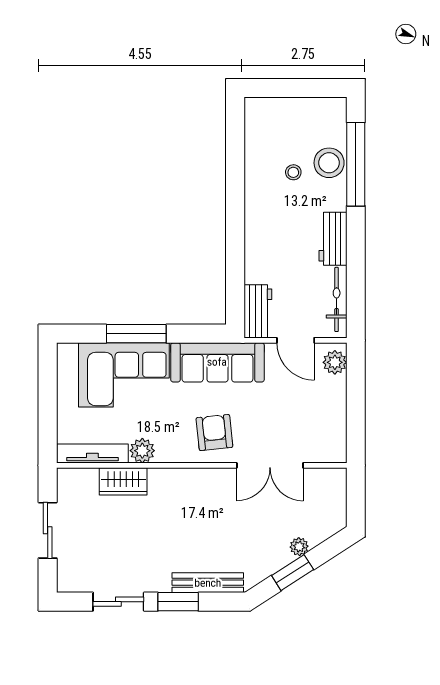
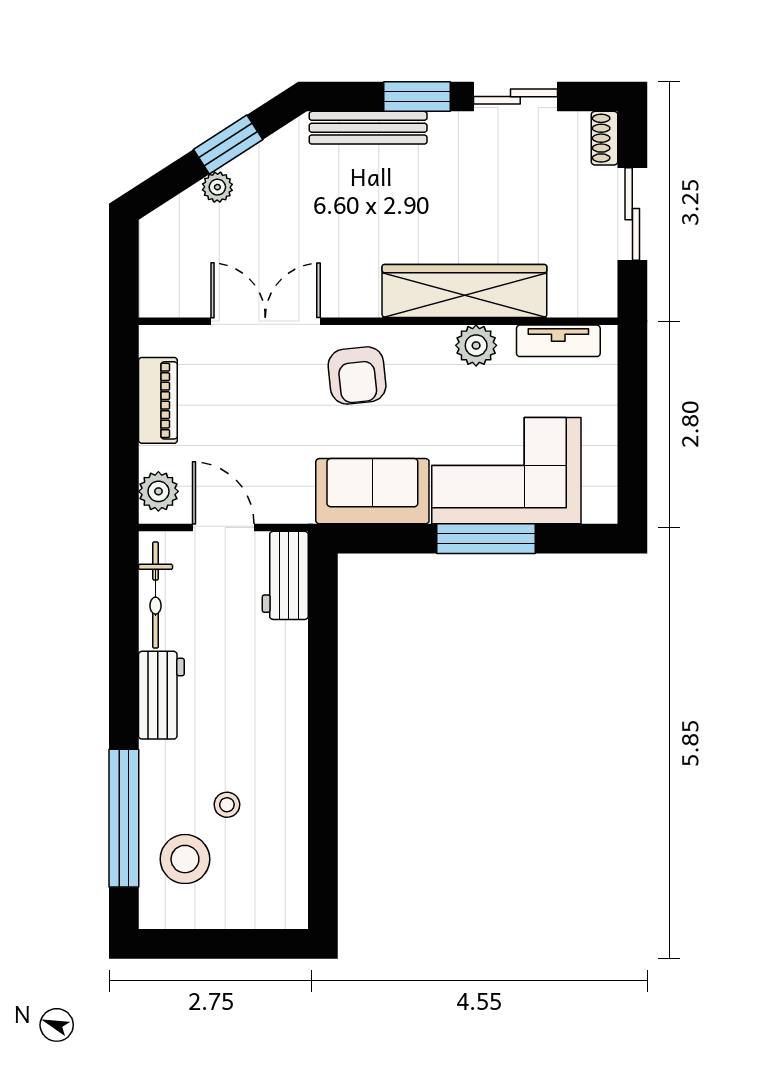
stool: (329, 163) -> (185, 859), moved
sofa: (217, 362) -> (372, 491), width x0.73
piano: (335, 417) -> (158, 400), added
tv unit: (92, 454) -> (558, 341), width x0.71
wardrobe: (123, 481) -> (464, 291), width x2.10, depth x1.17
shoe rack: (64, 576) -> (605, 138), added

